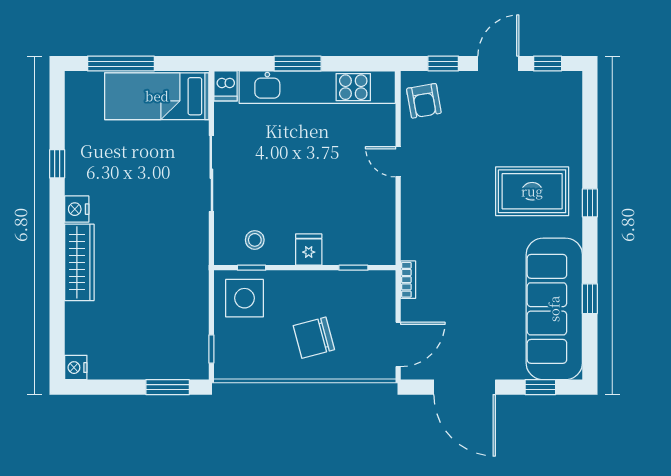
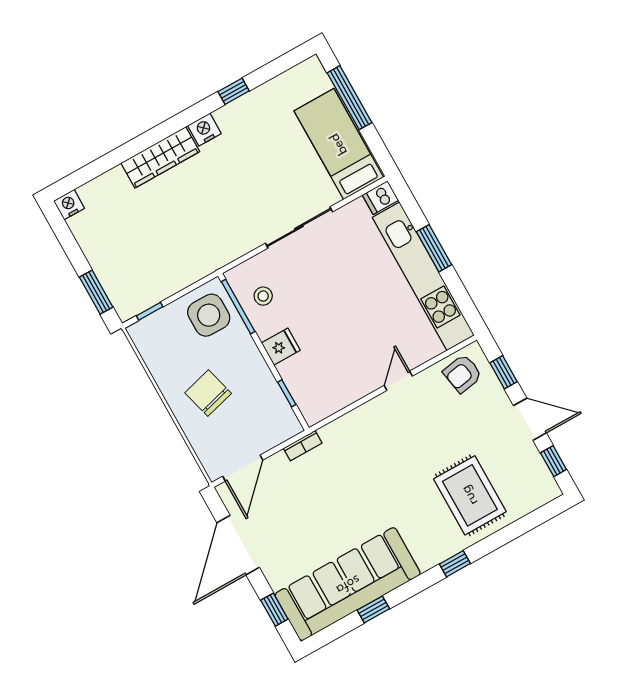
rug: (532, 191) -> (470, 495), moved
window: (252, 268) -> (238, 307), width x2.17
door: (398, 344) -> (243, 468), hinge flipped

